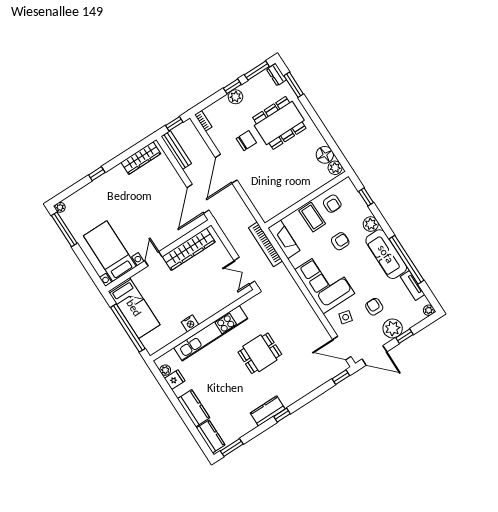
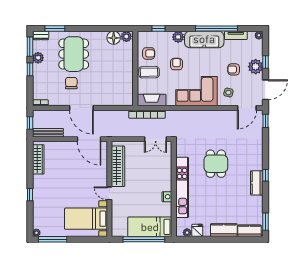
plant: (235, 97) -> (38, 58), moved
bed: (134, 308) -> (150, 227), moved, turned 180

